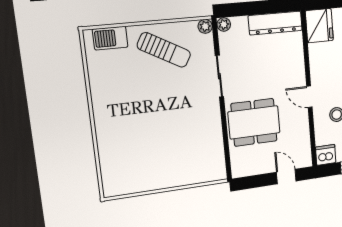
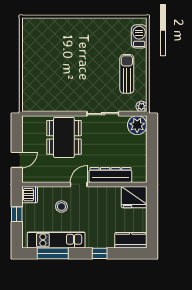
dresser: (275, 23) -> (110, 175), moved, turned 90
plant: (224, 24) -> (137, 125), width x1.87, depth x1.87
sun lounger: (164, 50) -> (127, 74), turned 151

